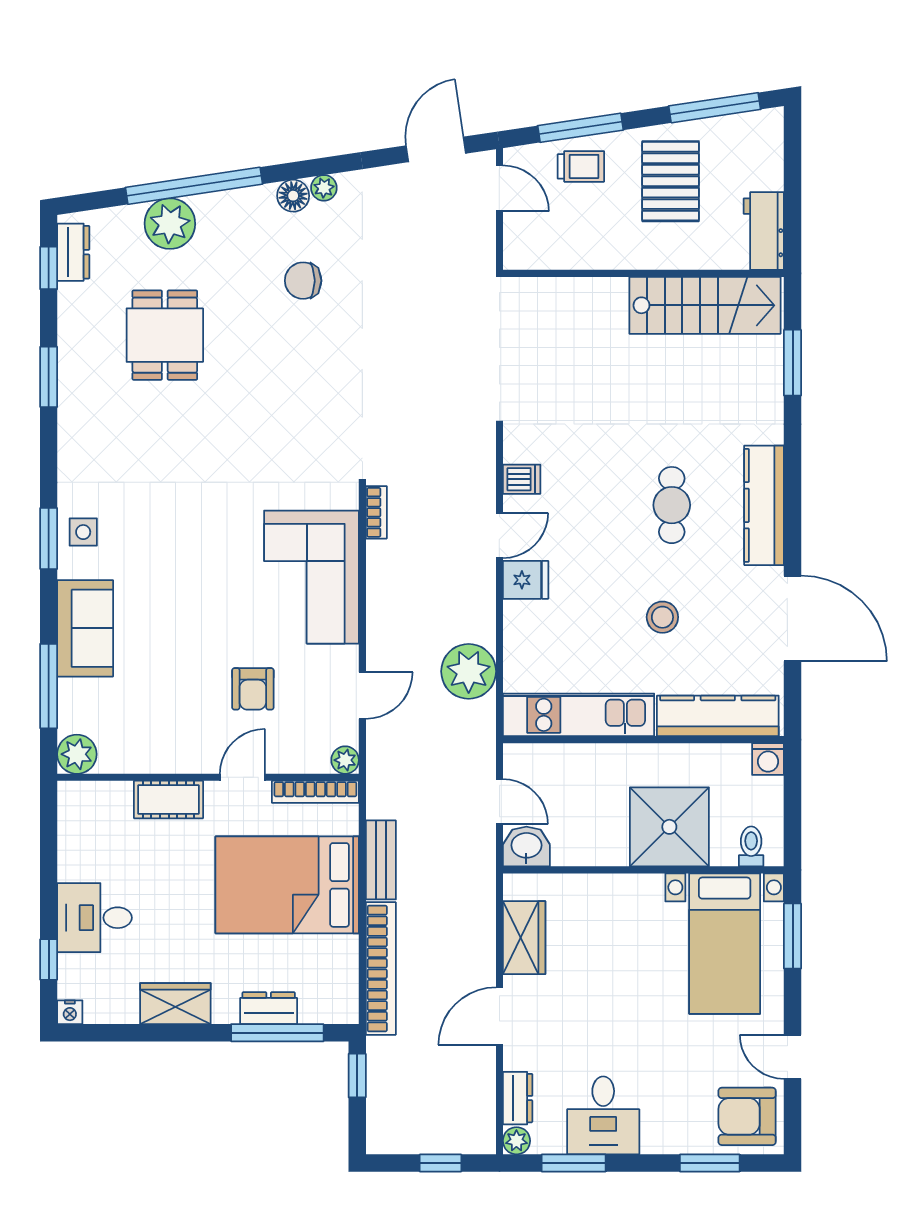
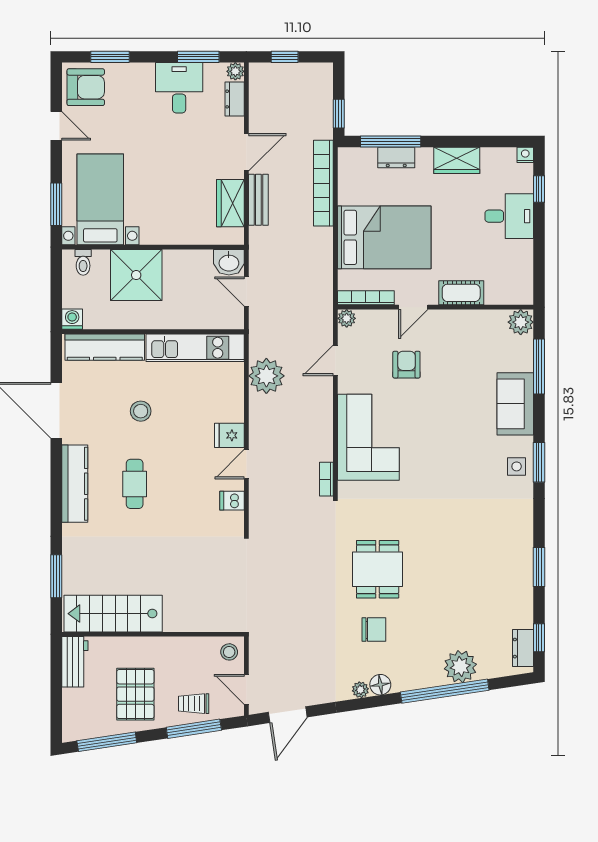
stool: (526, 246) -> (229, 652), added
dining table: (165, 335) -> (378, 569), moved
bench: (381, 860) -> (258, 200), moved

